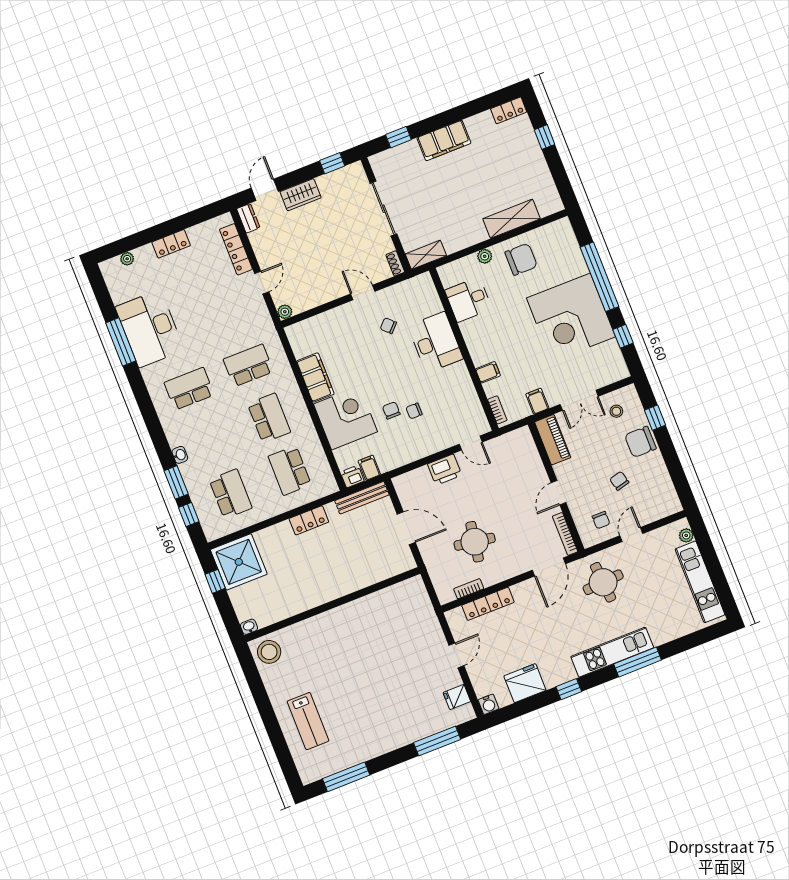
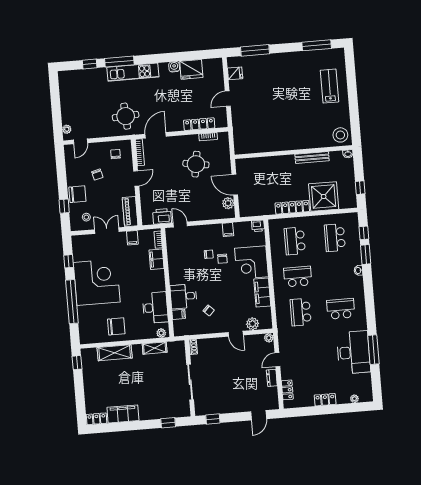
window: (544, 137) -> (77, 363), moved
filing cabinet: (444, 140) -> (123, 414), moved
wardrobe: (301, 195) -> (238, 406), removed
dresser: (248, 218) -> (272, 378), moved
locker: (236, 249) -> (287, 390), width x0.66
shelving: (426, 255) -> (155, 348), moved
plant: (485, 256) -> (161, 333), moved
chair: (521, 259) -> (116, 326), turned 180
door: (363, 293) -> (236, 334), moved
desk: (468, 300) -> (155, 308), width x1.37
filing cabinet: (432, 306) -> (179, 314), added
plant: (316, 326) -> (253, 324), added
desk: (435, 342) -> (184, 296), width x0.73
school desk: (248, 365) -> (301, 312), turned 90
filing cabinet: (488, 372) -> (157, 259), width x2.00
school desk: (189, 389) -> (341, 309), turned 180
school desk: (269, 418) -> (298, 277), turned 90
filing cabinet: (369, 468) -> (228, 230), moved
school desk: (290, 470) -> (295, 241), turned 180
printer: (445, 470) -> (162, 216), moved
plant: (408, 497) -> (228, 203), added
bench: (362, 498) -> (312, 157), moved
locker: (309, 520) -> (292, 207), width x1.53
door: (631, 535) -> (80, 141), moved
shower: (239, 562) -> (324, 196), moved
kitchen unit: (700, 582) -> (67, 99), removed
window: (569, 689) -> (90, 64), moved
water cooler: (489, 704) -> (174, 67), moved

